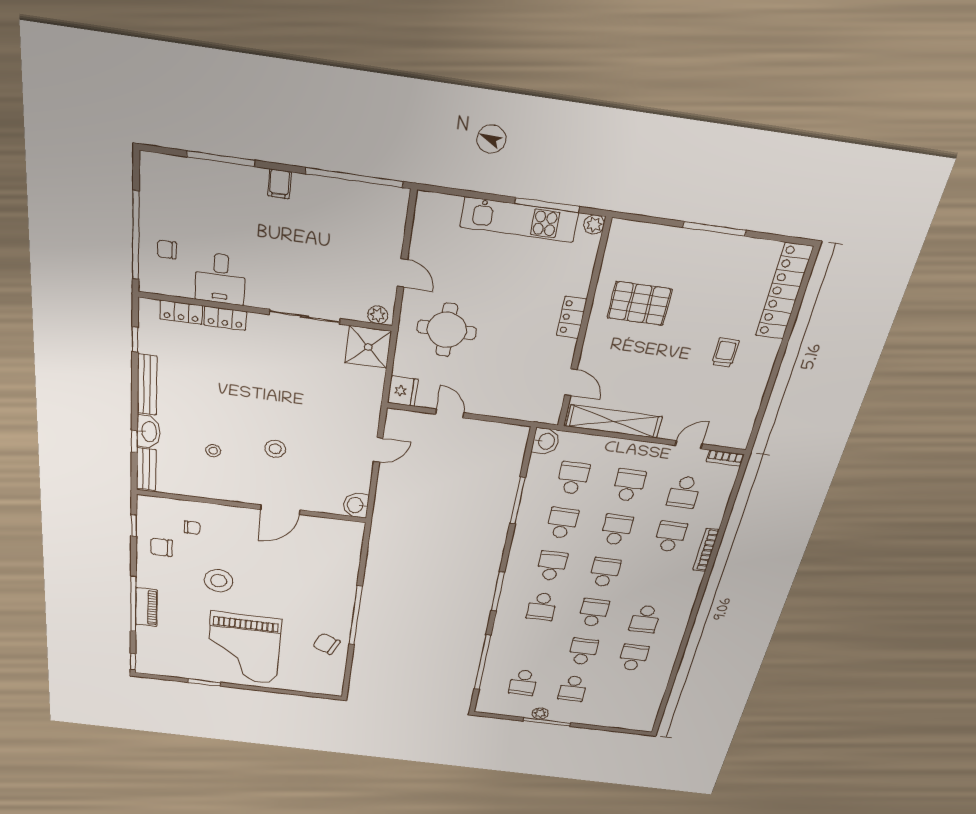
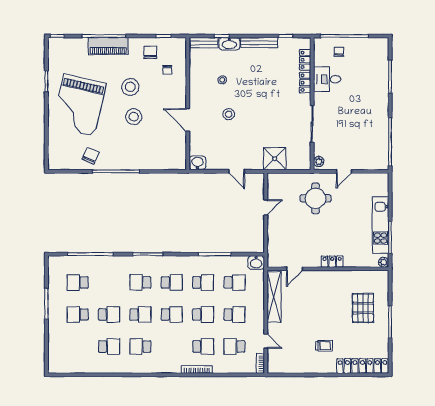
filing cabinet: (279, 184) -> (382, 106), removed
pallet: (640, 303) -> (363, 308), moved
shower: (368, 347) -> (275, 159), moved
fridge: (403, 391) -> (276, 180), removed
stool: (268, 582) -> (134, 117), added
piano: (146, 607) -> (108, 46), width x1.37, depth x1.33
grand piano: (244, 648) -> (79, 105), turned -77
plant: (540, 714) -> (53, 298), removed

